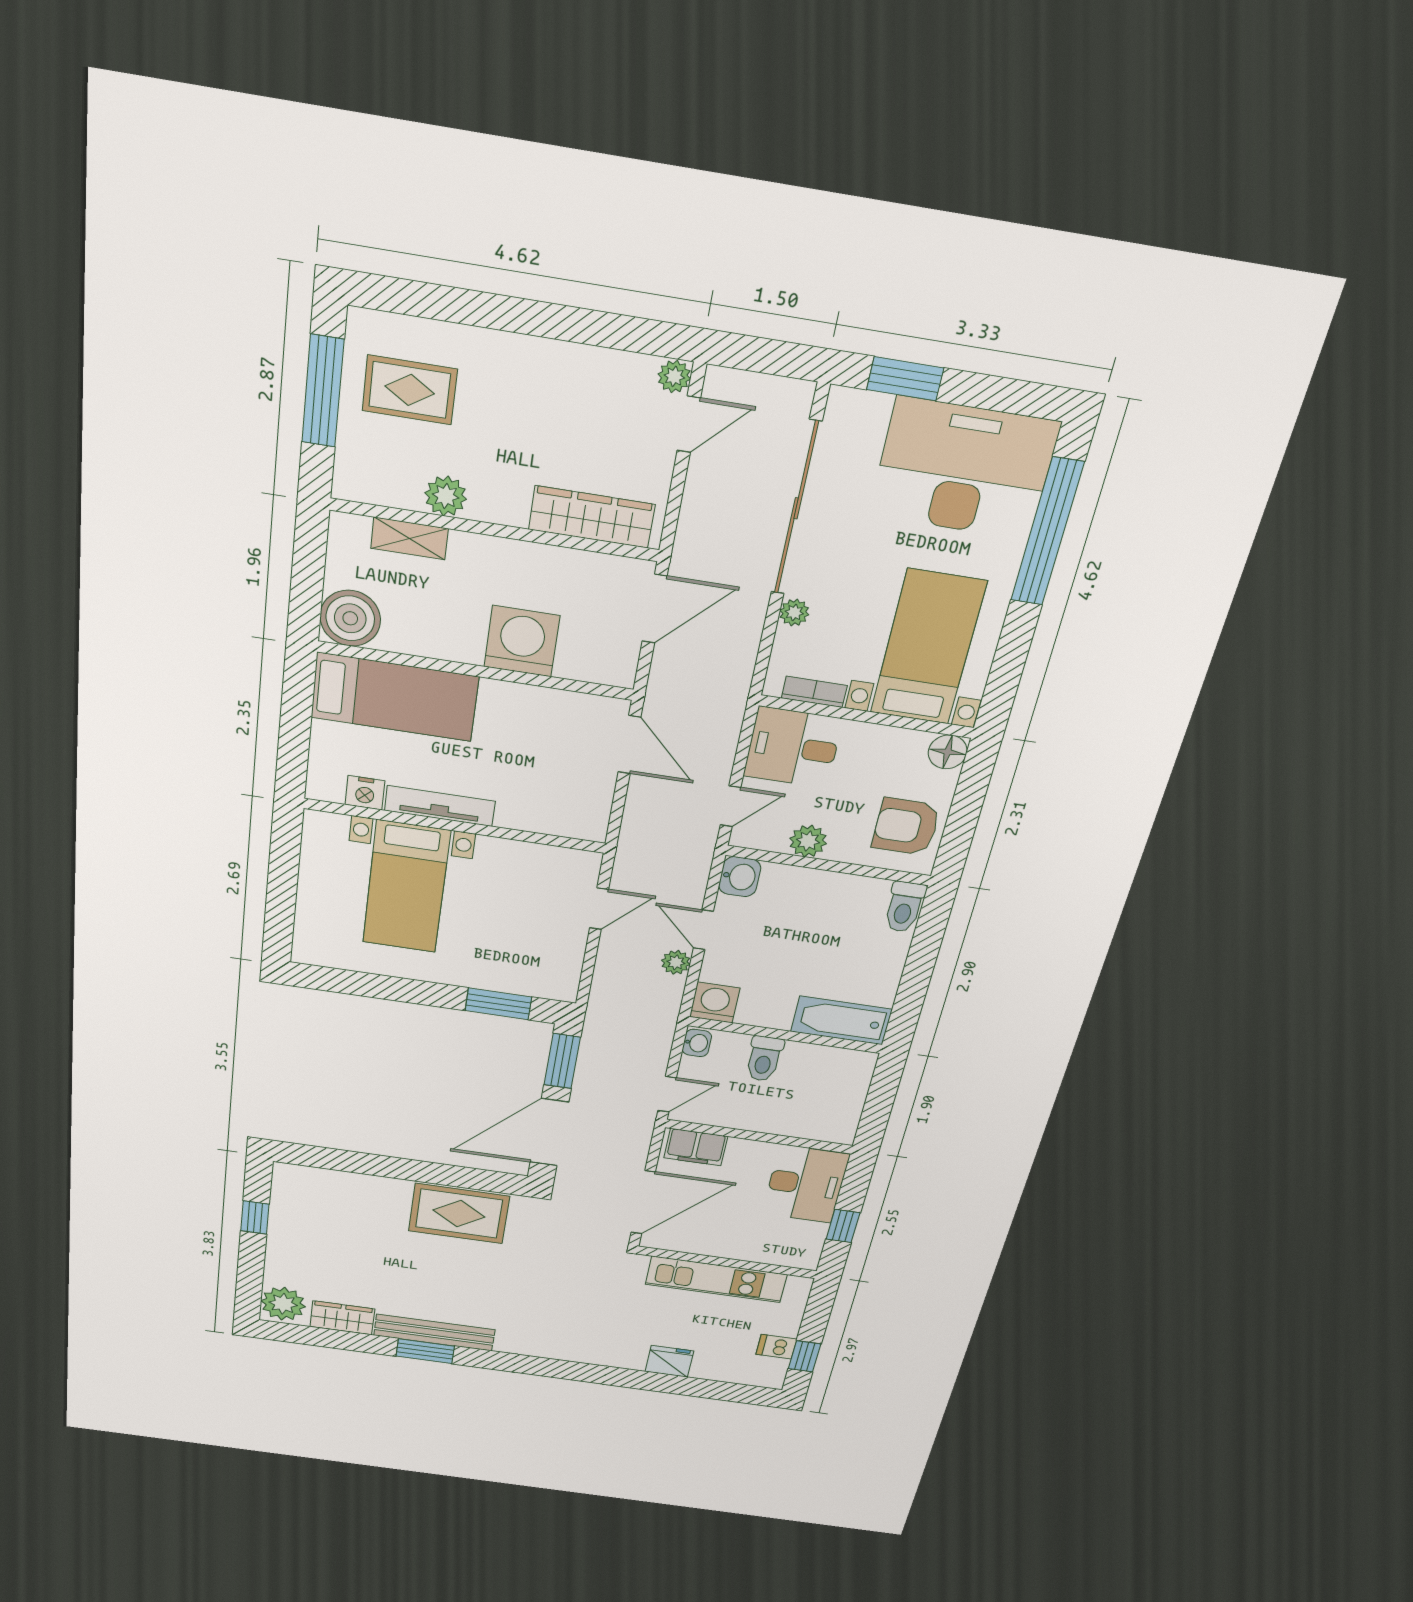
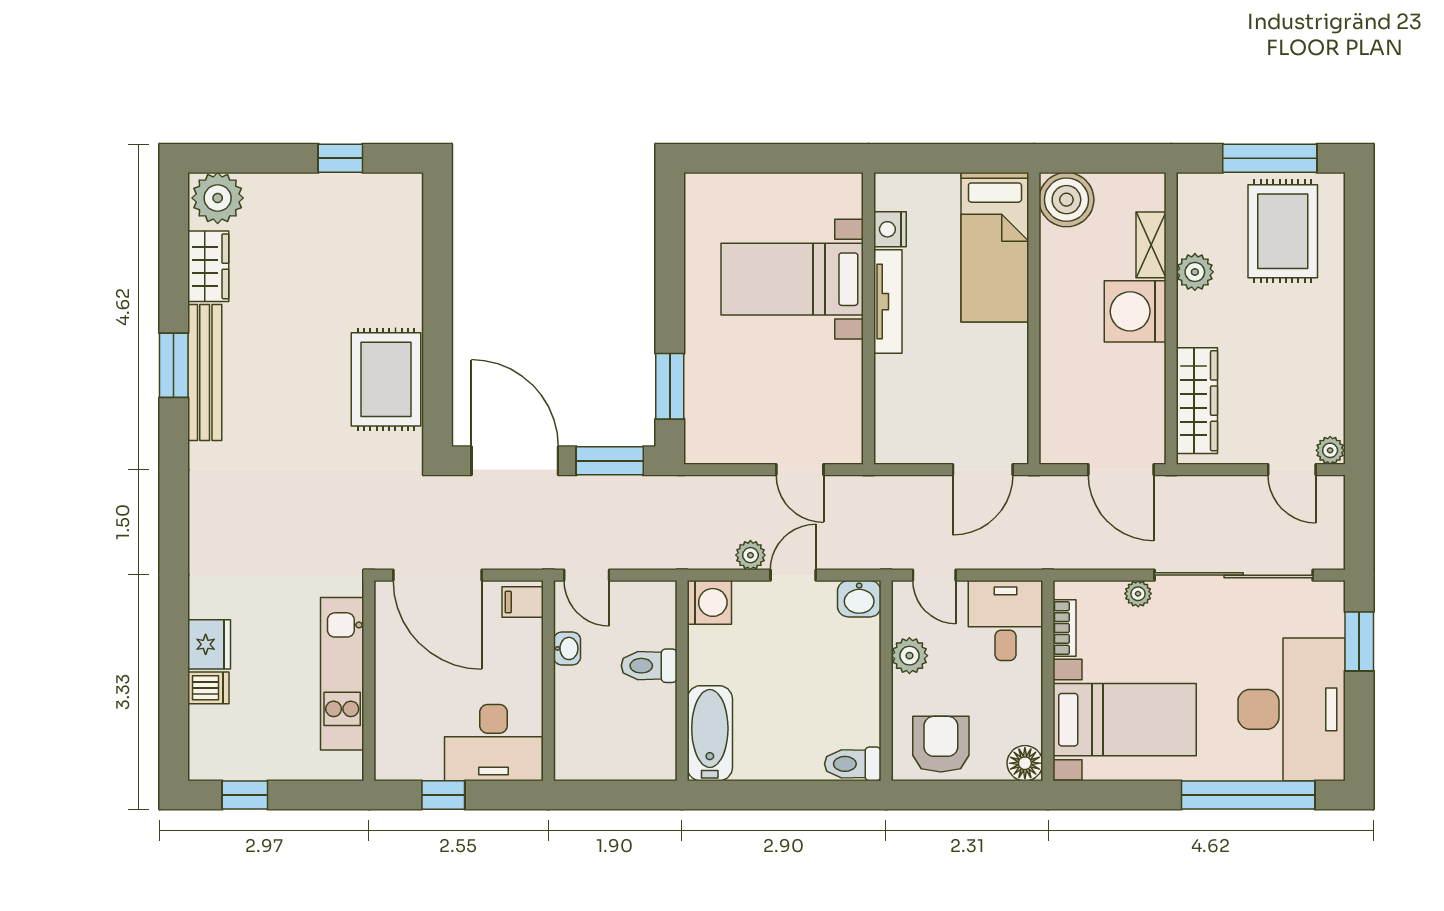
rug: (410, 390) -> (1283, 231), width x1.36, depth x1.43
washing machine: (522, 641) -> (1135, 311), moved, turned 180
washbasin: (697, 1043) -> (567, 648), moved, turned -90
filing cabinet: (696, 1147) -> (523, 602), width x0.50
dishwasher: (776, 1347) -> (208, 688), moved, turned 90

